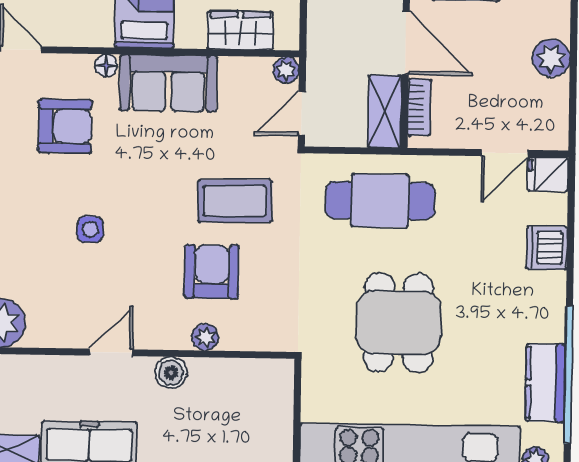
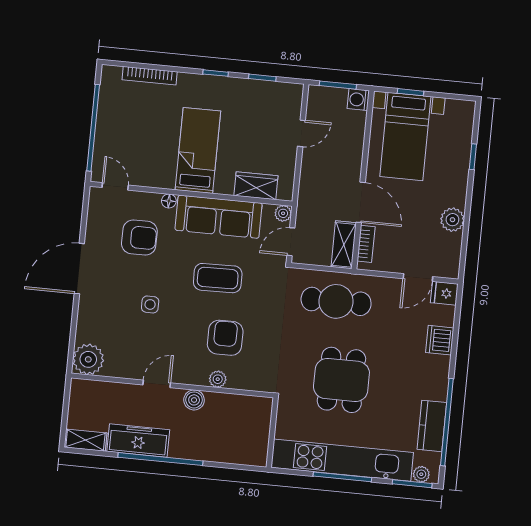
sofa: (168, 83) -> (219, 217), width x1.36
coffee table: (235, 201) -> (218, 278), moved

